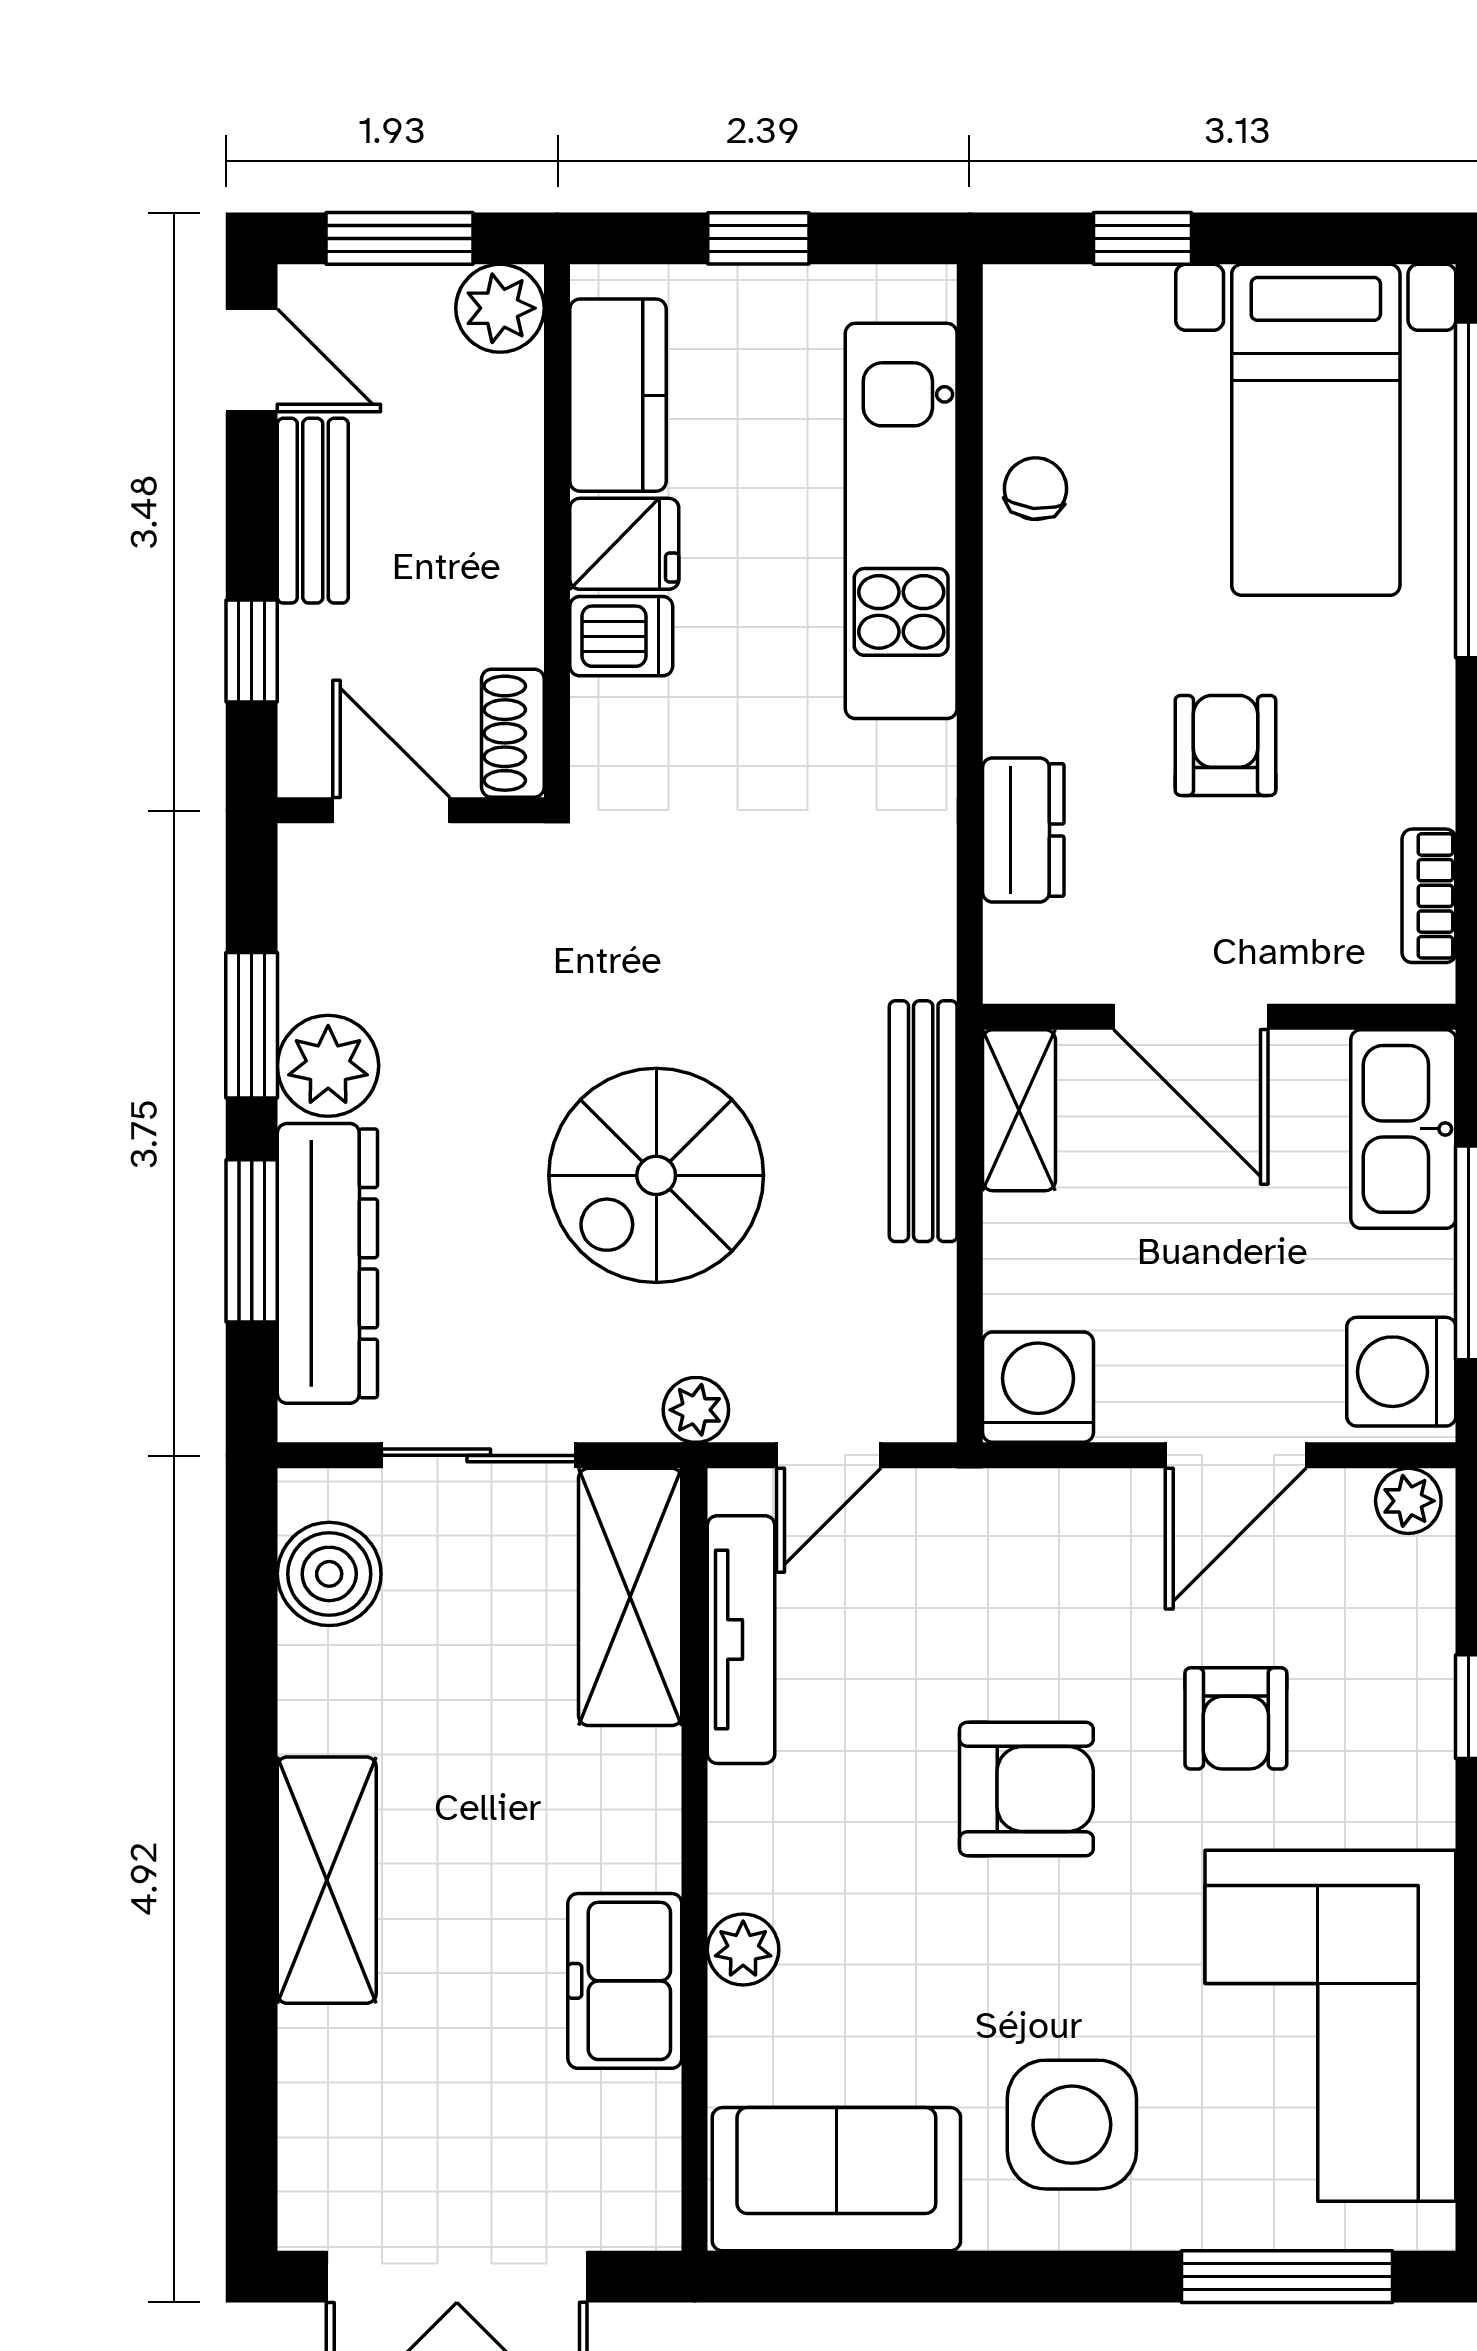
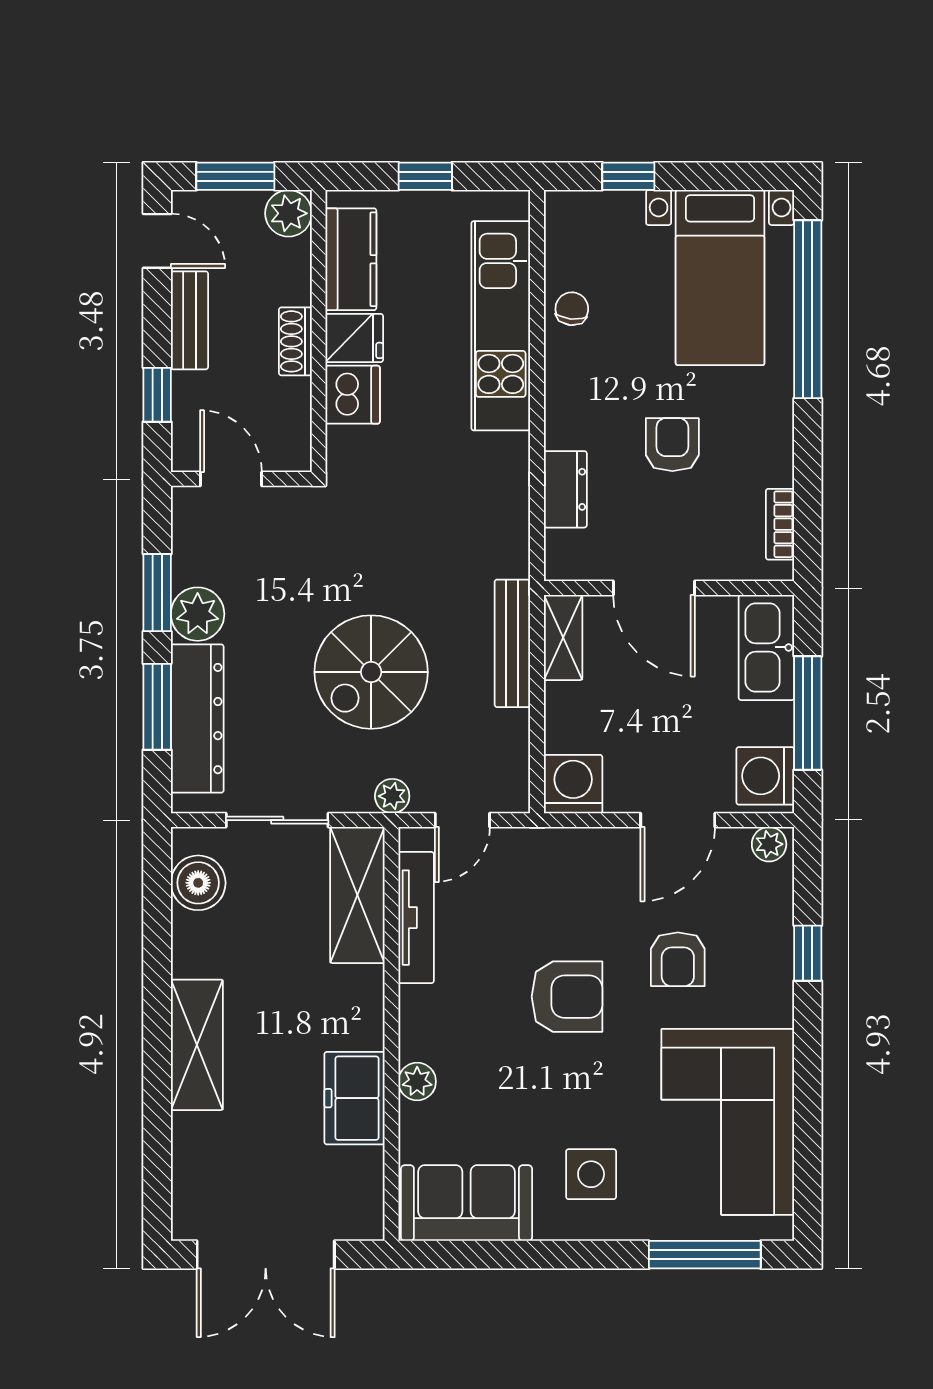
dishwasher: (621, 636) -> (353, 395), width x1.38
shoe rack: (513, 733) -> (295, 341), moved
side table: (1072, 2125) -> (591, 1174), width x0.73, depth x0.73

